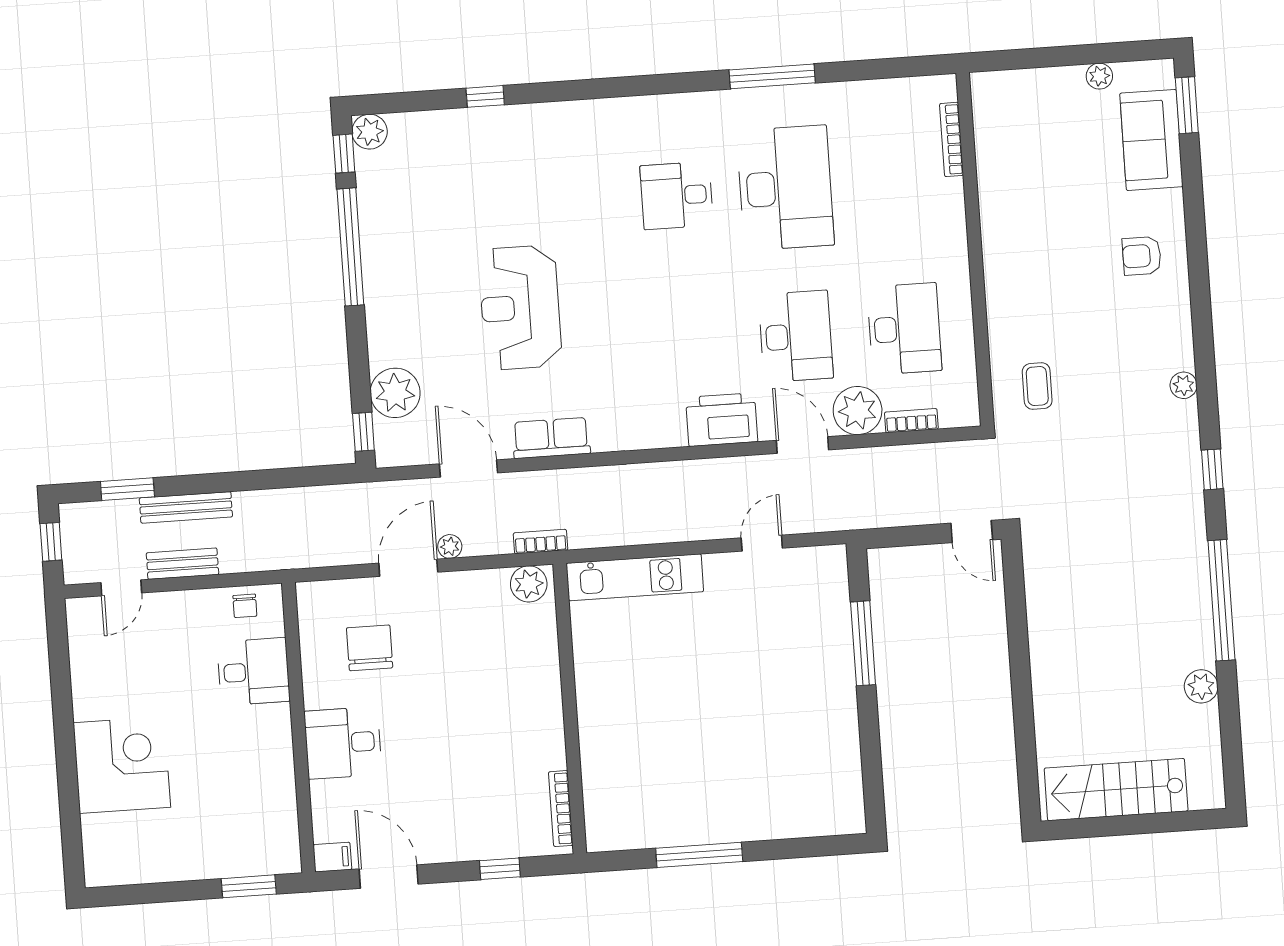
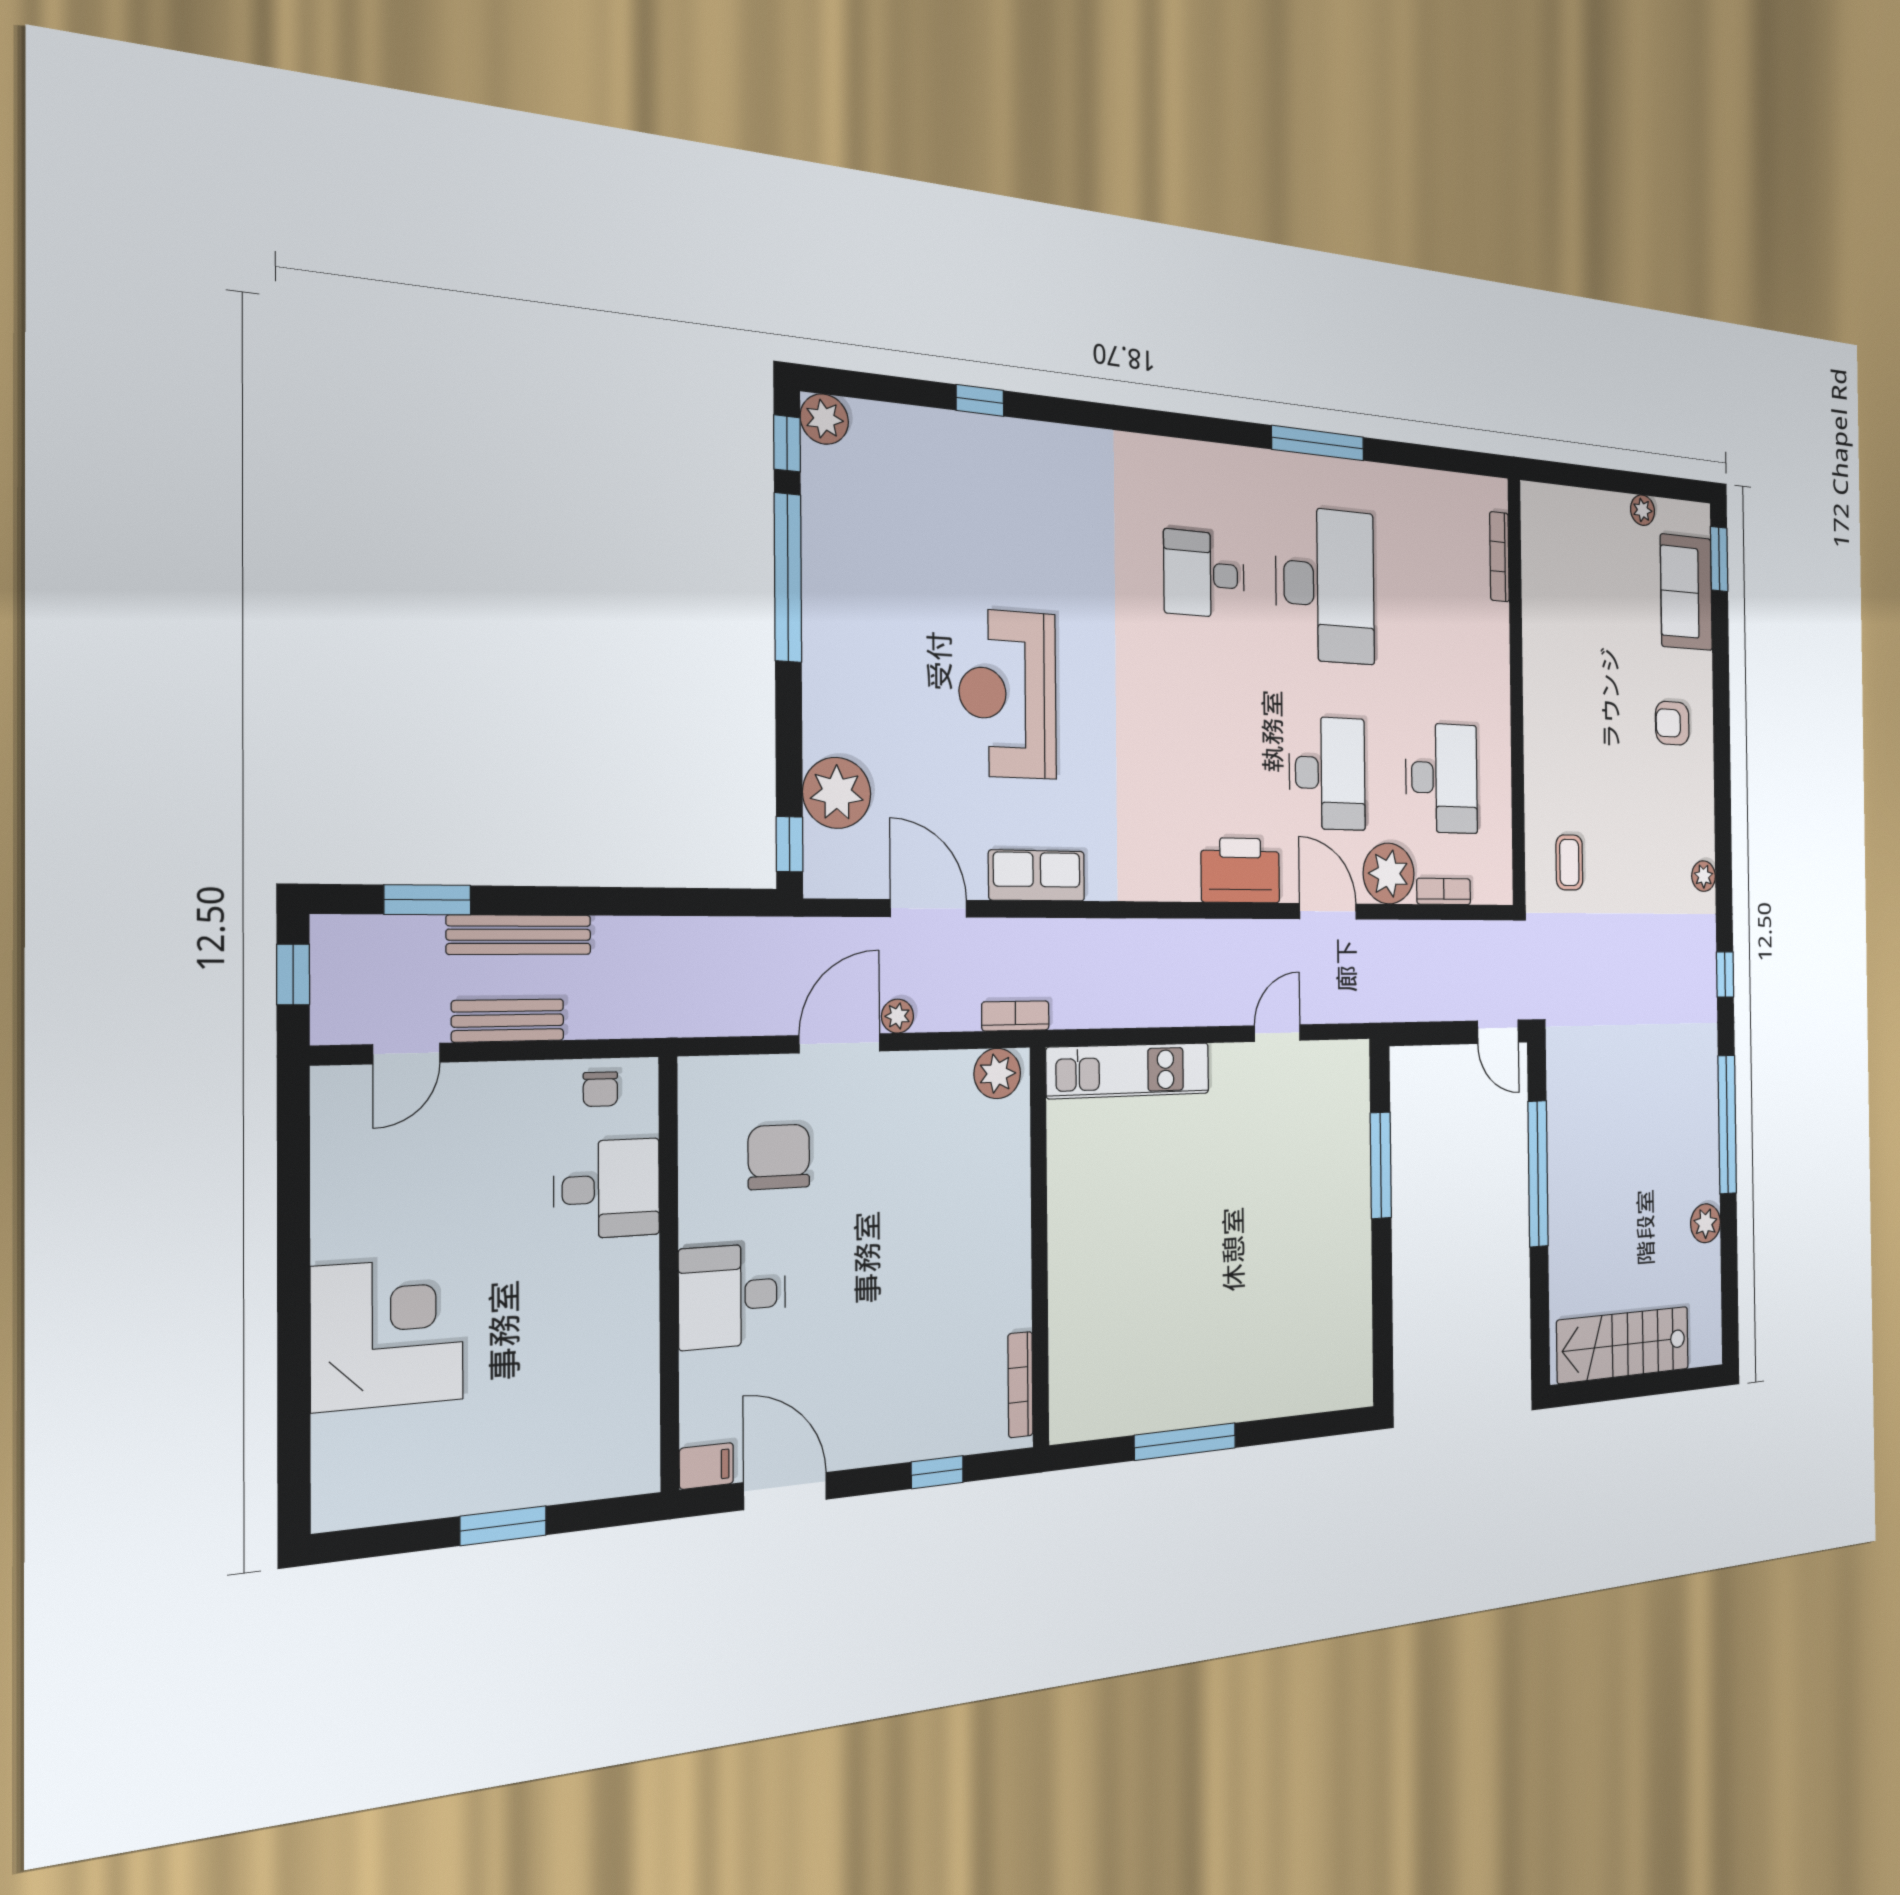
window: (1019, 647) -> (1538, 1174), added
window: (249, 886) -> (503, 1526), moved

